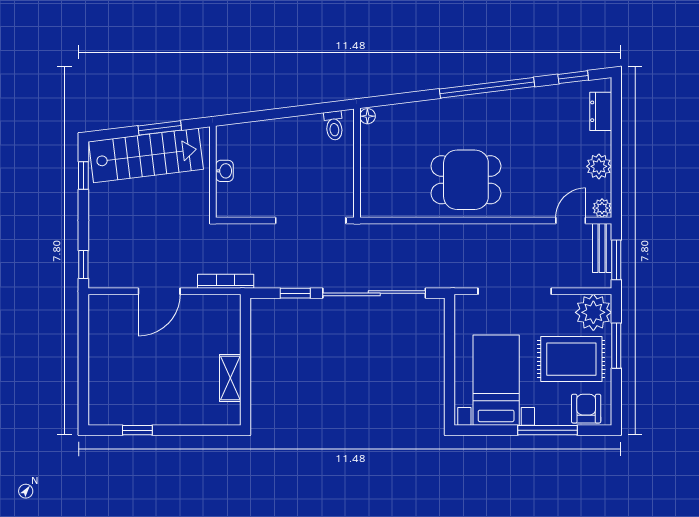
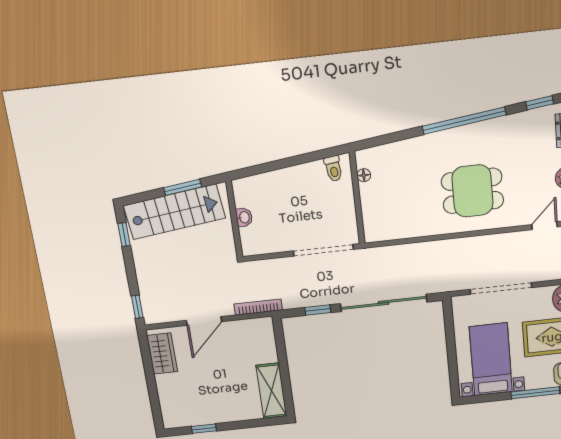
floor lamp: (367, 116) -> (364, 175), moved
dining table: (466, 180) -> (473, 191), moved
wardrobe: (103, 326) -> (162, 354), added
shelving: (230, 378) -> (271, 391), width x1.50, depth x1.33

